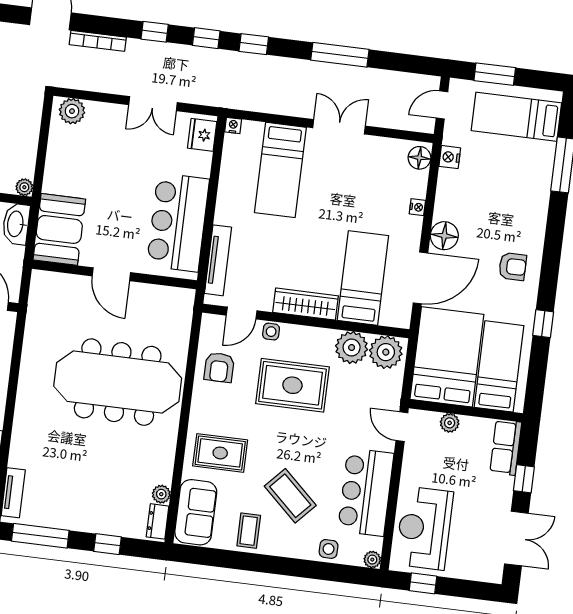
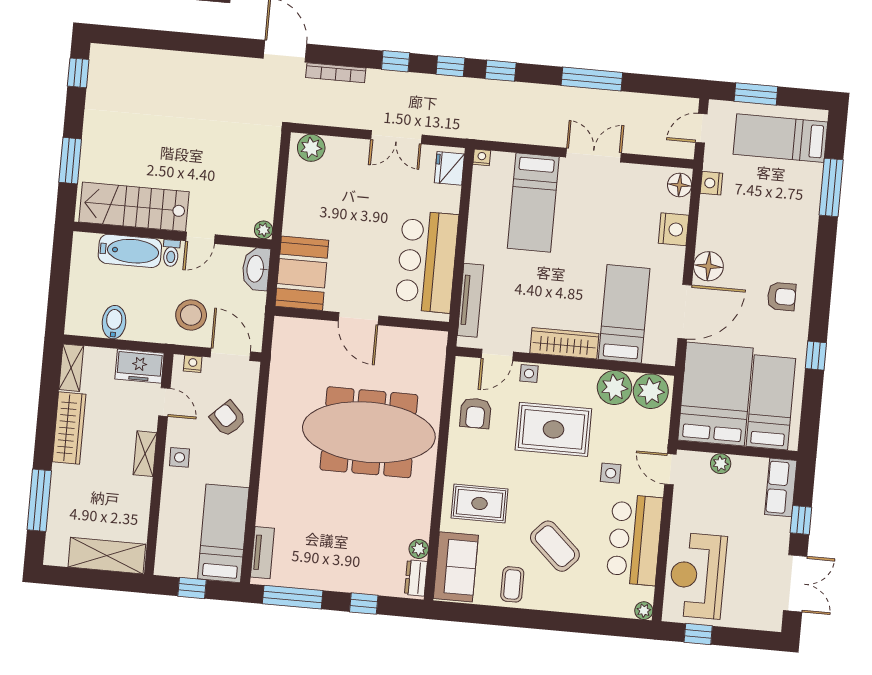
nightstand: (417, 207) -> (674, 229), width x1.89, depth x1.79
side table: (329, 549) -> (611, 473), moved

